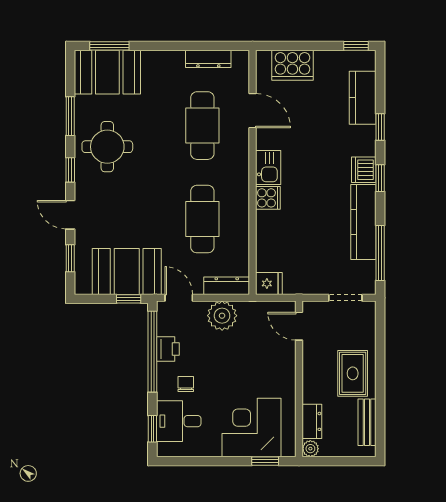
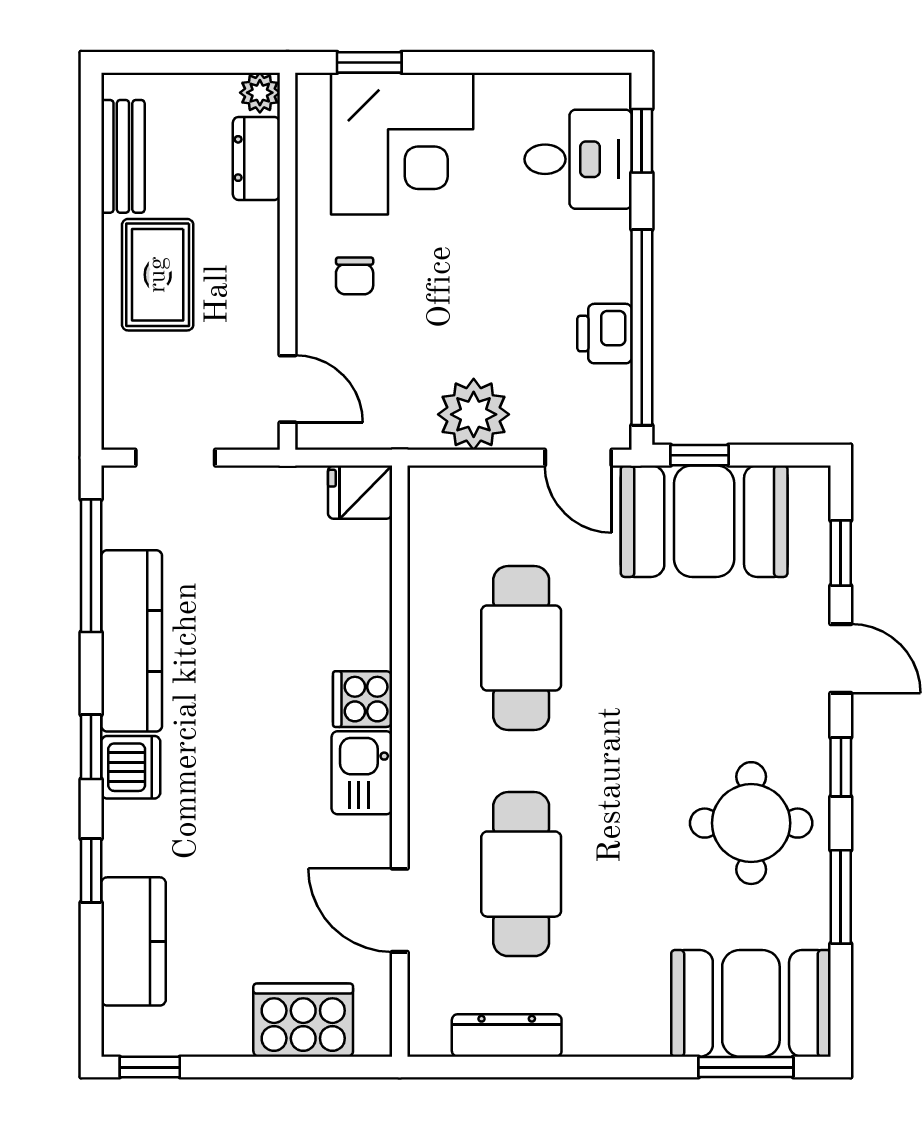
dresser: (227, 286) -> (462, 487), removed
chair: (186, 384) -> (355, 276), moved

